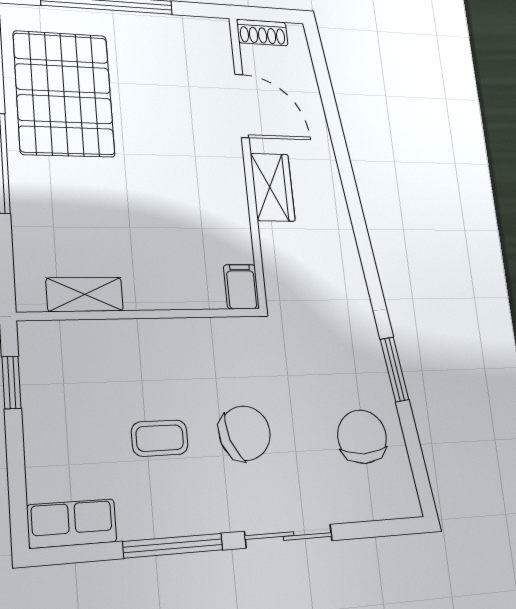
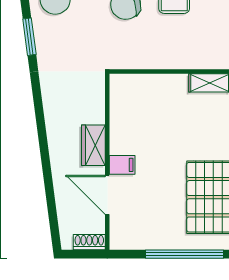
filing cabinet: (241, 287) -> (122, 165), moved, turned -90

